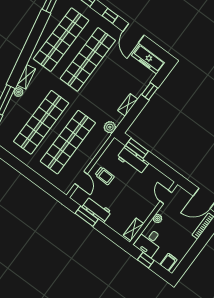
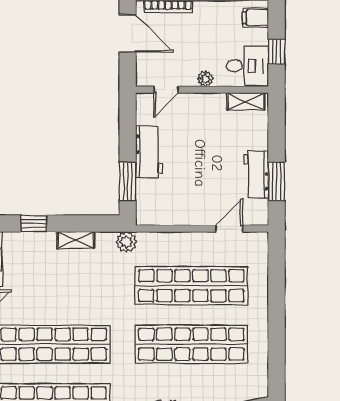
workbench: (133, 160) -> (149, 152), moved
trolley: (105, 176) -> (201, 198), removed

